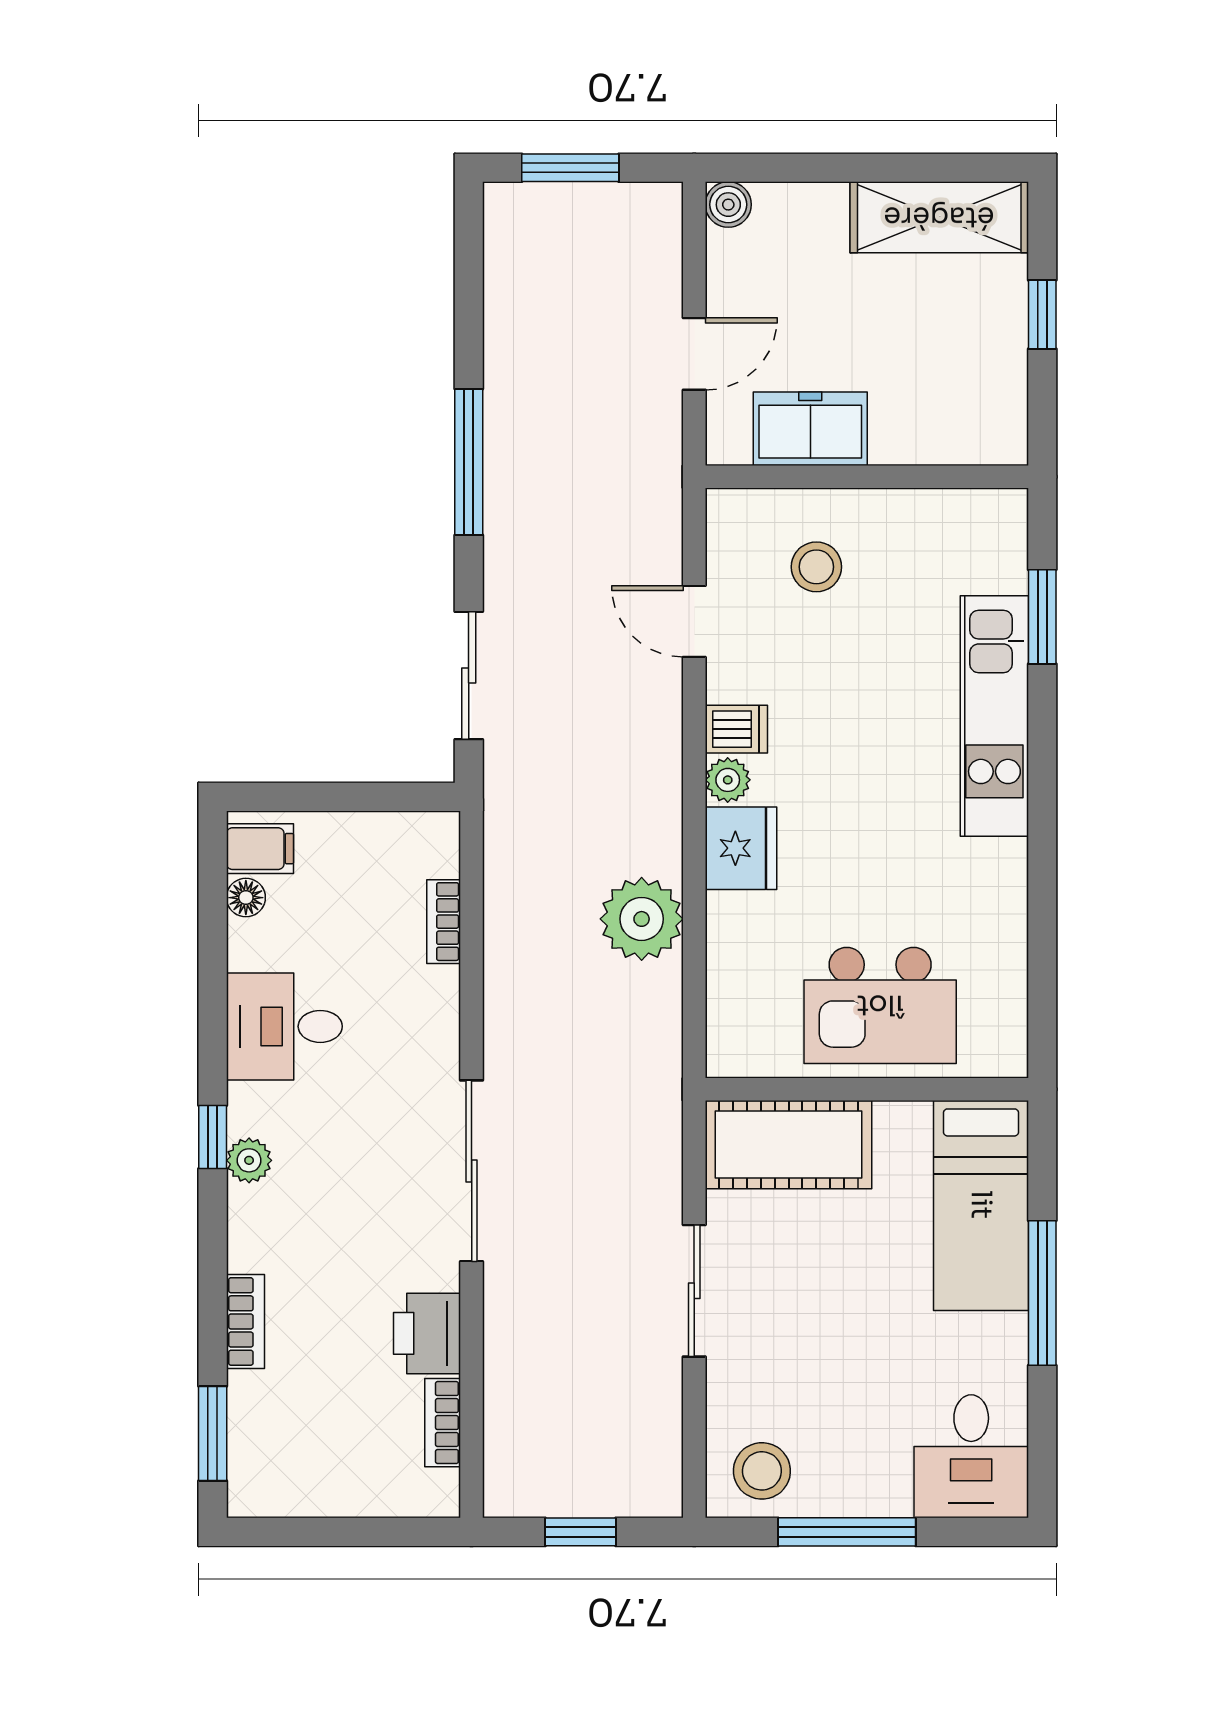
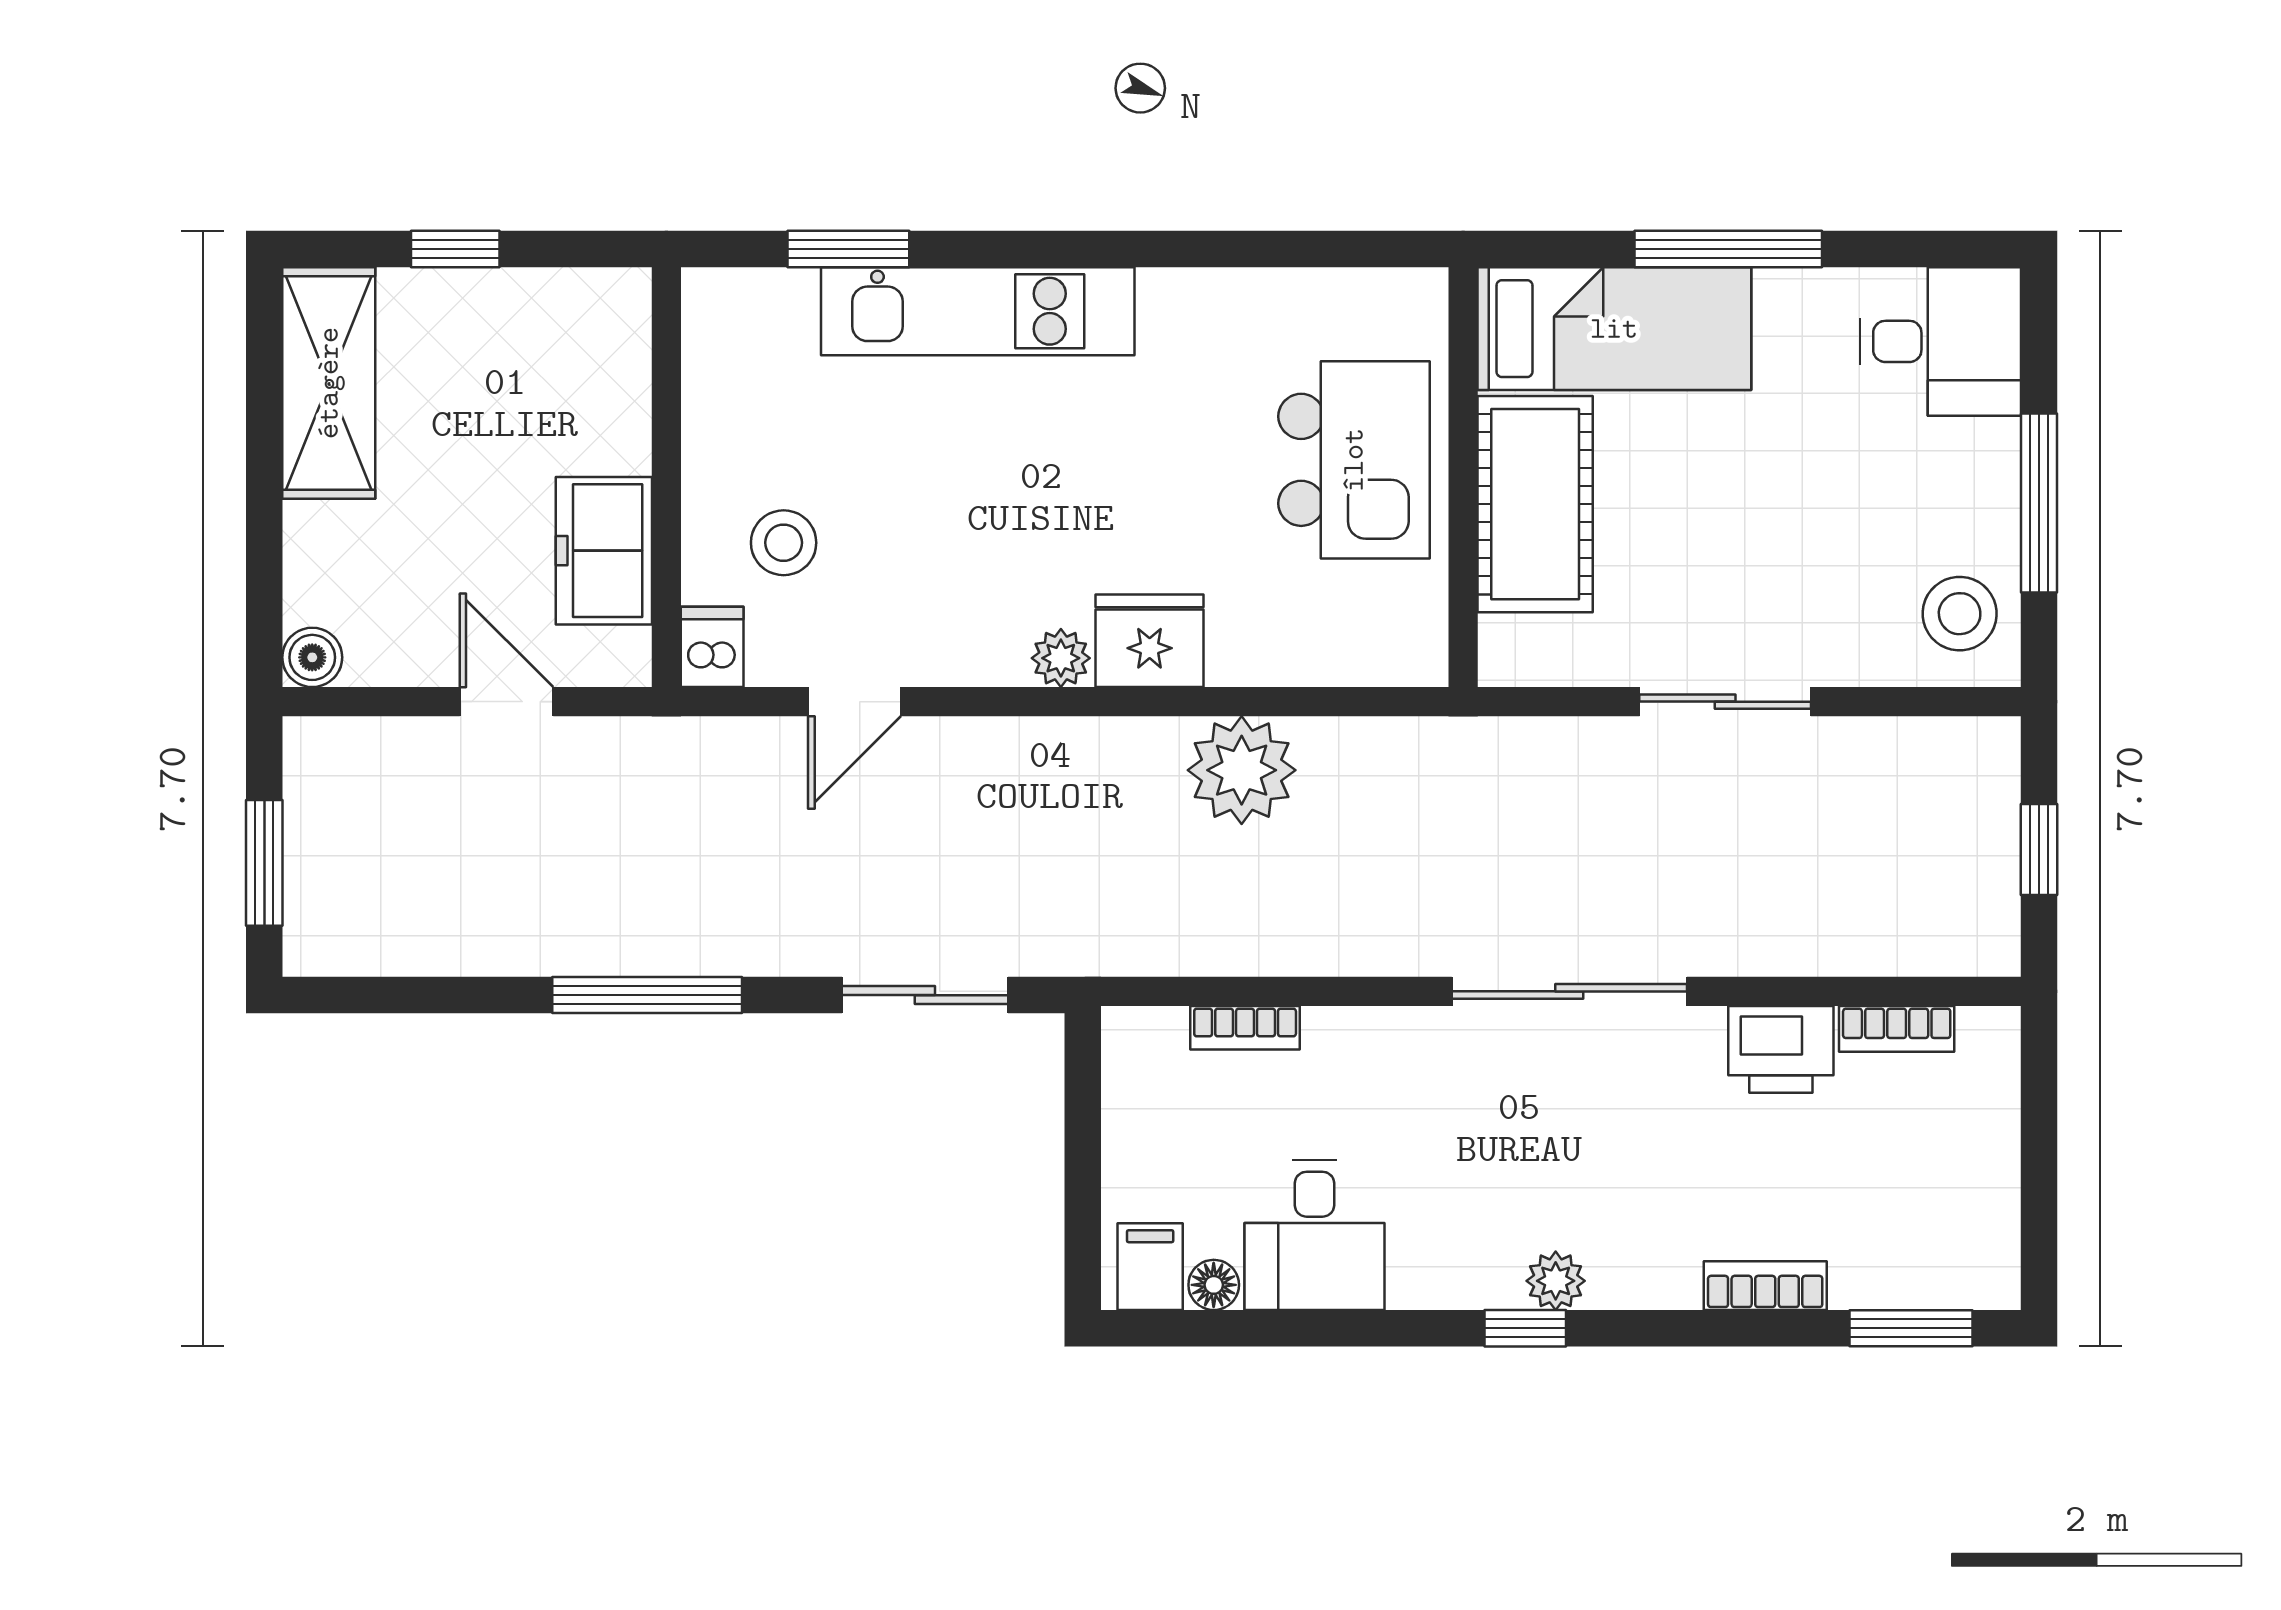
dishwasher: (736, 729) -> (712, 647), moved
desk: (284, 1026) -> (1315, 1235), moved
cot: (789, 1145) -> (1535, 504), moved

